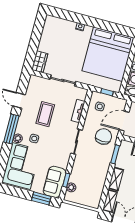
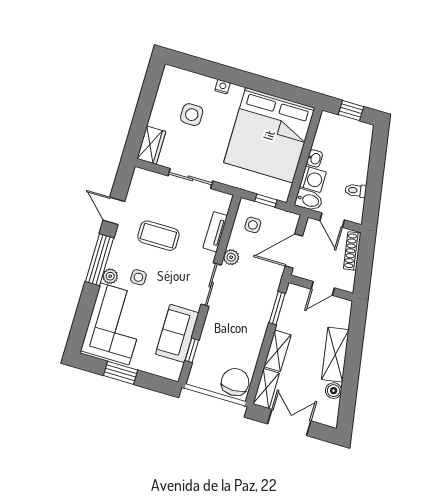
side table: (63, 43) -> (192, 115), added
coffee table: (45, 114) -> (158, 236), turned 90
chair: (104, 136) -> (235, 382), moved
sofa: (55, 182) -> (177, 333), moved
plant: (71, 187) -> (231, 257), moved
window: (41, 198) -> (121, 373), moved

